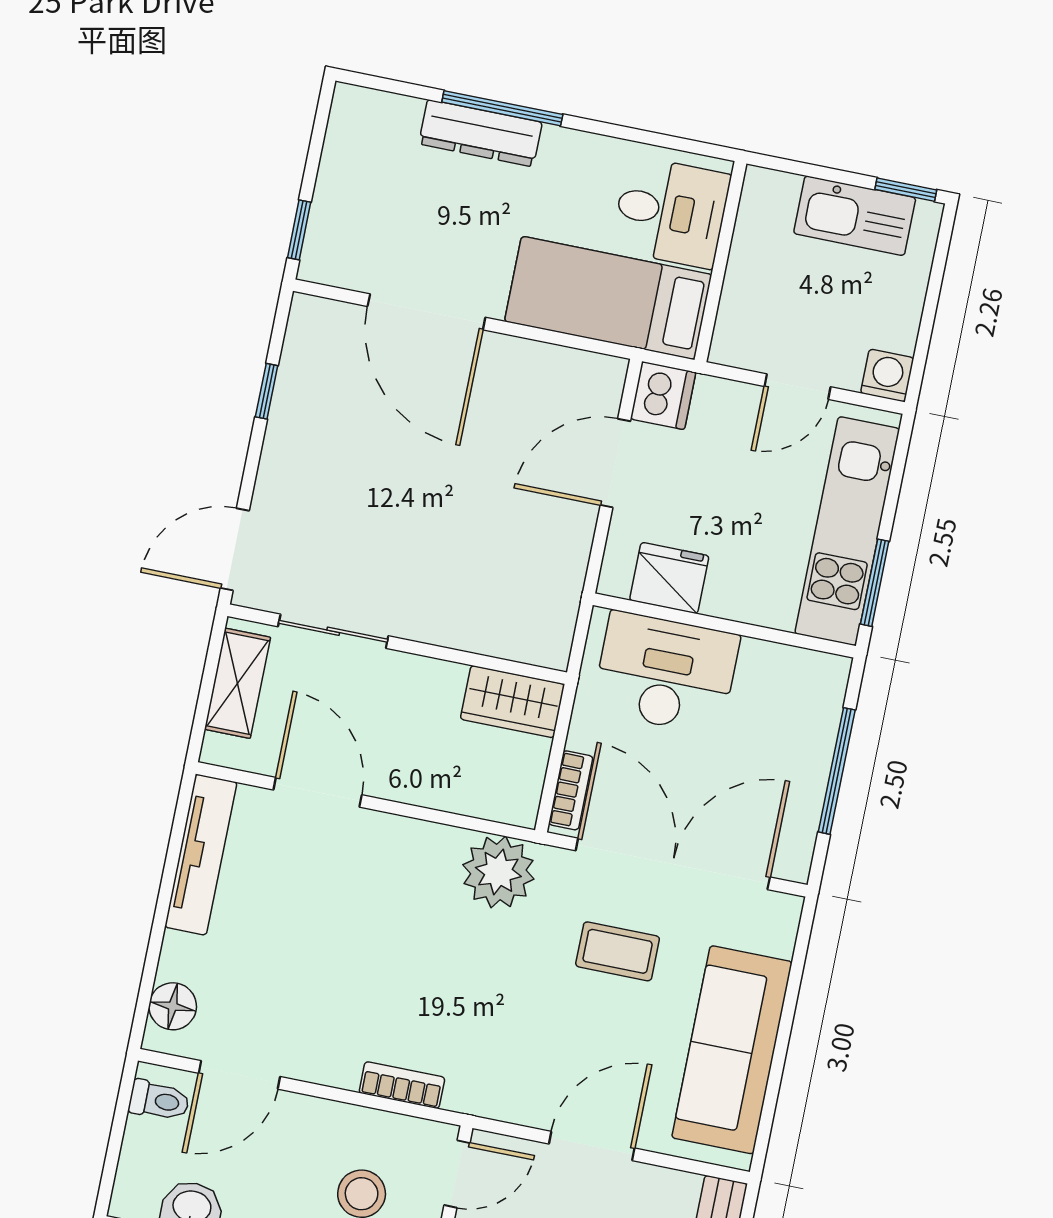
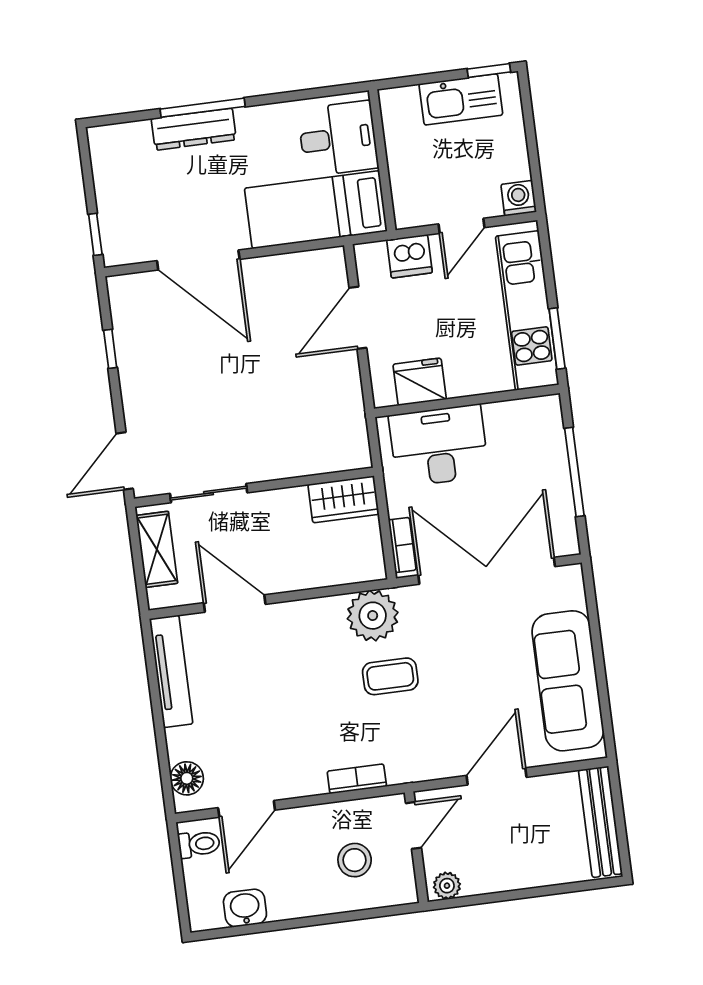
dishwasher: (663, 396) -> (409, 256), moved, turned 90
coffee table: (618, 951) -> (390, 676), moved

